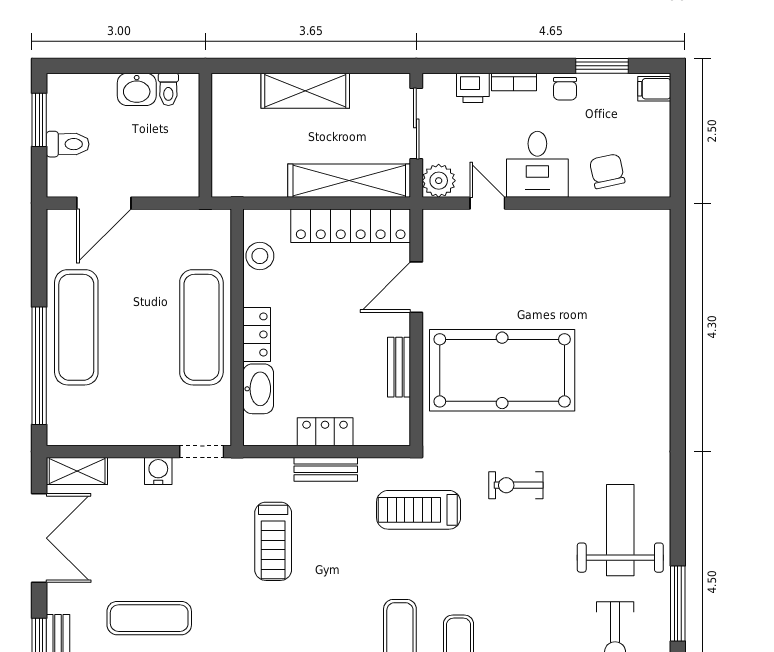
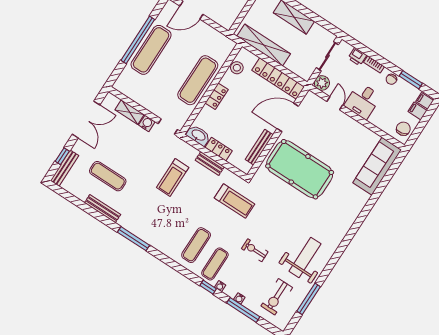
filing cabinet: (653, 116) -> (418, 111), added
chair: (607, 171) -> (403, 129), moved
shelving: (349, 181) -> (264, 45), moved
sofa: (645, 270) -> (377, 166), added
door: (416, 287) -> (288, 117), width x1.36
window: (39, 366) -> (138, 40), moved
bench: (399, 367) -> (259, 147), width x1.36
washbasin: (258, 389) -> (198, 135), moved, turned -90
shelving: (77, 471) -> (130, 112), moved
exercise bike: (516, 485) -> (255, 250), moved
treadmill: (419, 510) -> (235, 201), turned 180

